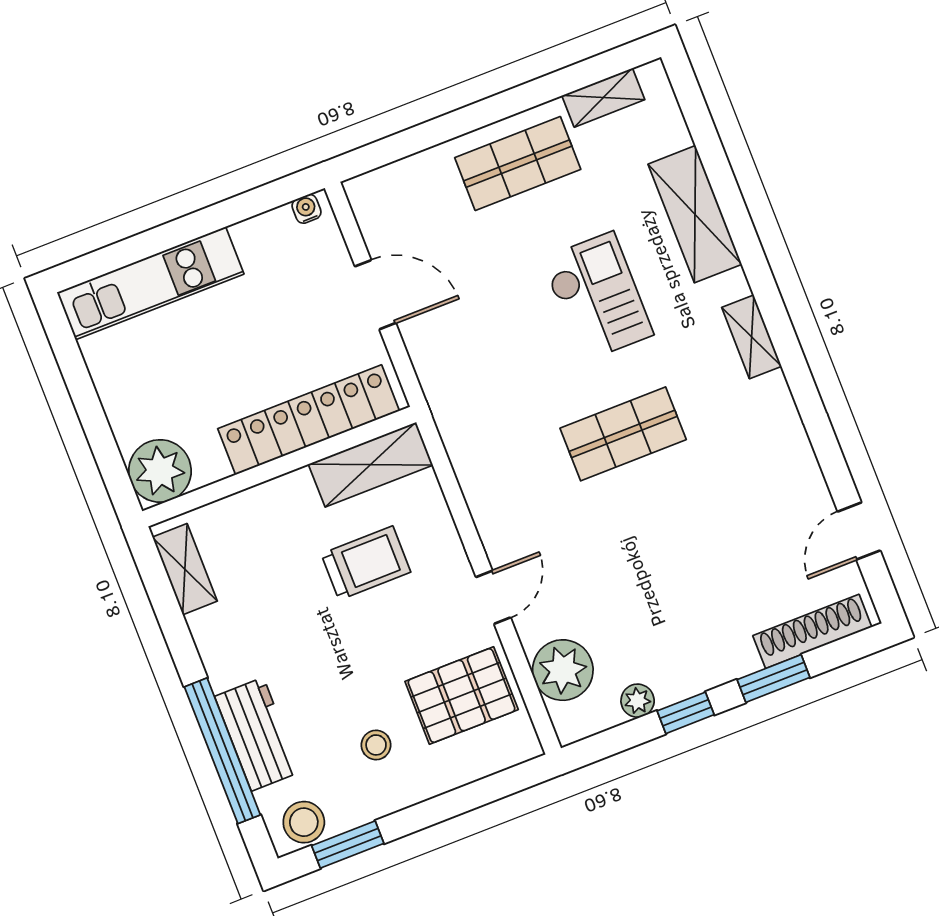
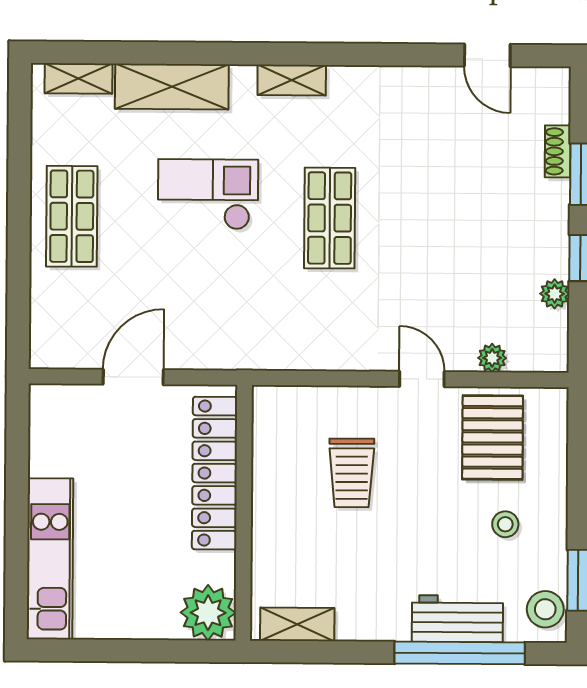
shelving: (603, 98) -> (79, 78), moved, turned 90
water cooler: (307, 209) -> (40, 406), removed
shelving: (371, 465) -> (272, 437), removed
trolley: (366, 563) -> (352, 473), turned 180
shoe rack: (812, 631) -> (558, 151), width x0.51, depth x0.81
plant: (563, 670) -> (492, 358), width x0.53, depth x0.53

